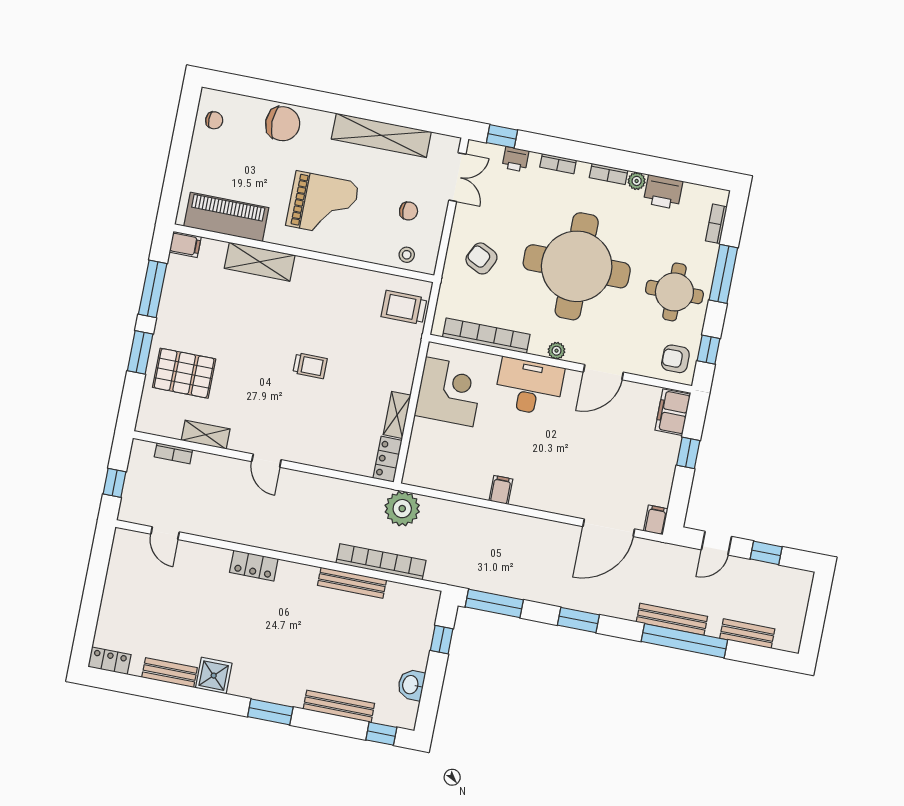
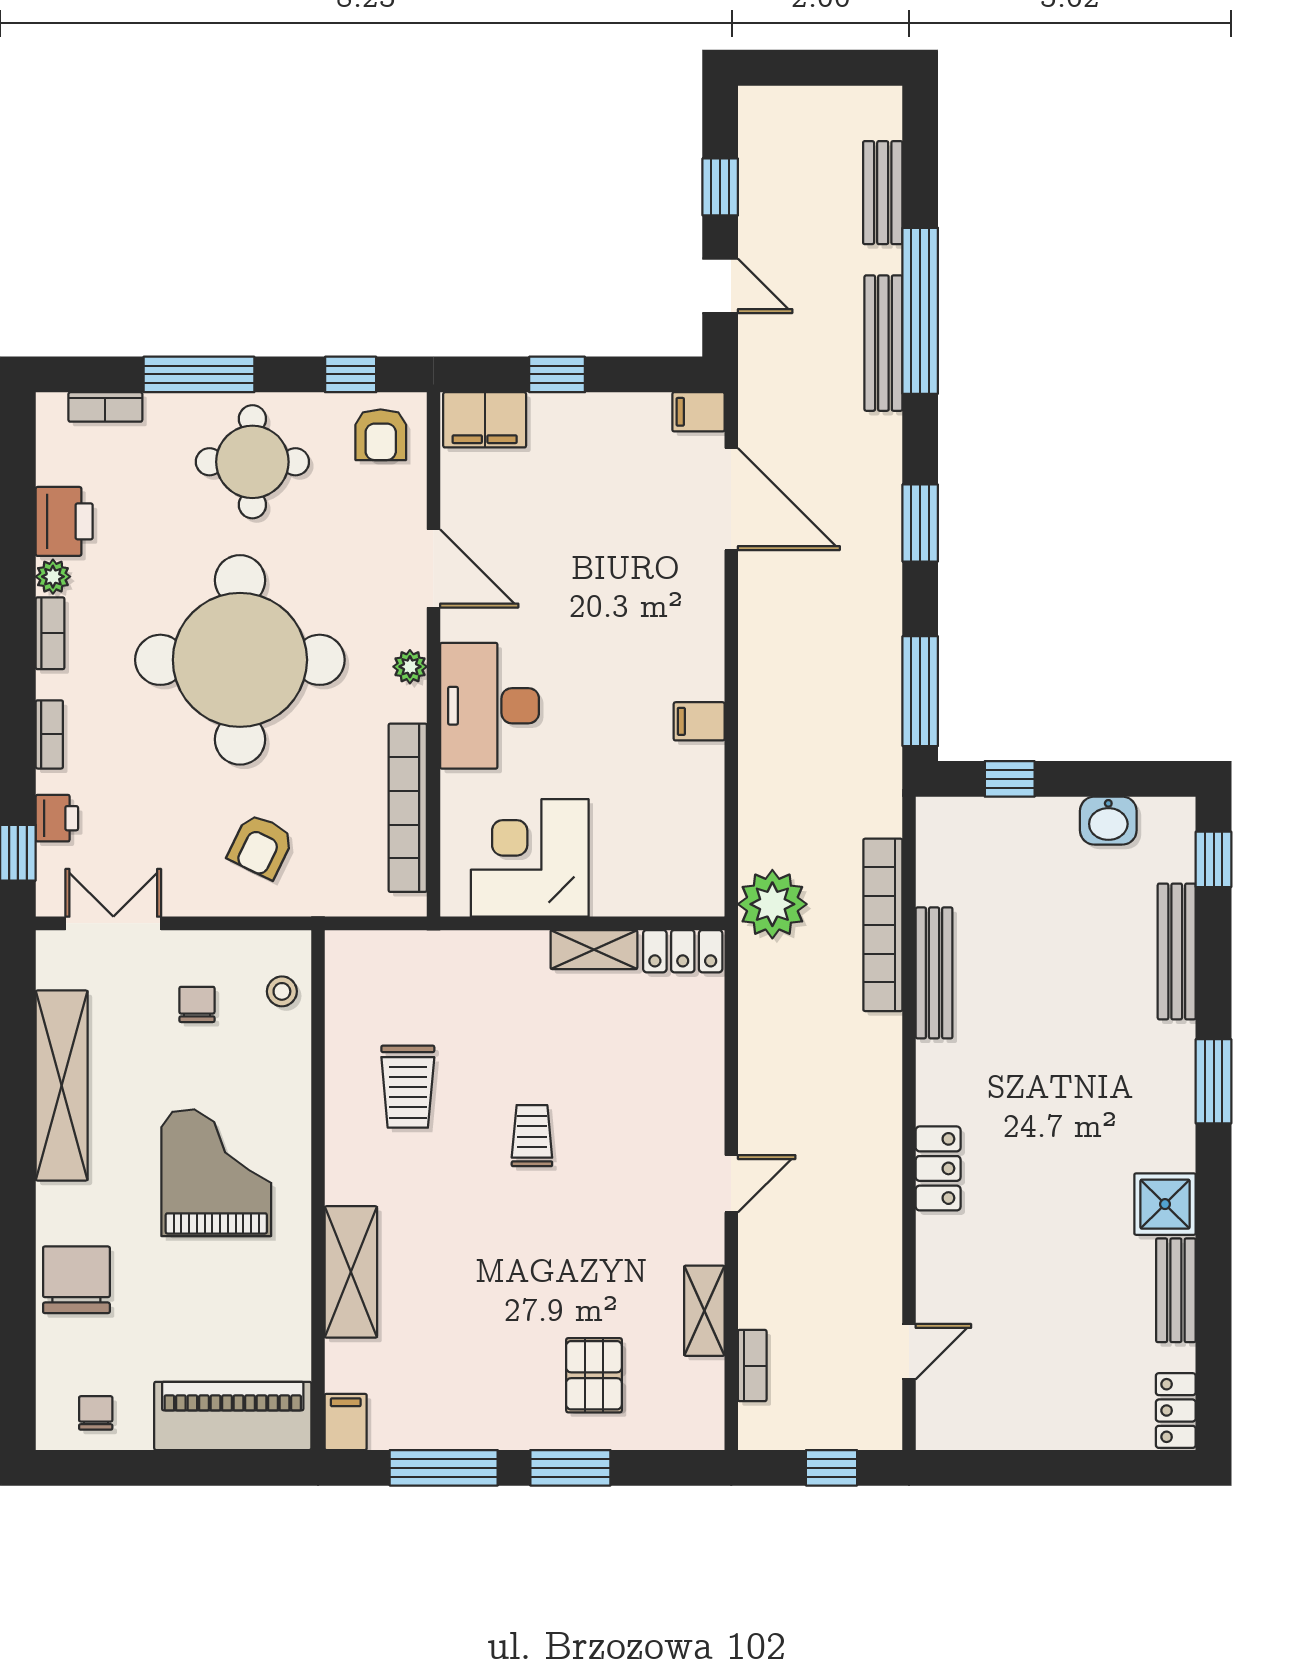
piano: (226, 217) -> (233, 1416), moved, turned 90
trolley: (404, 307) -> (408, 1087), moved
pallet: (184, 373) -> (594, 1375), width x0.67, depth x0.71

